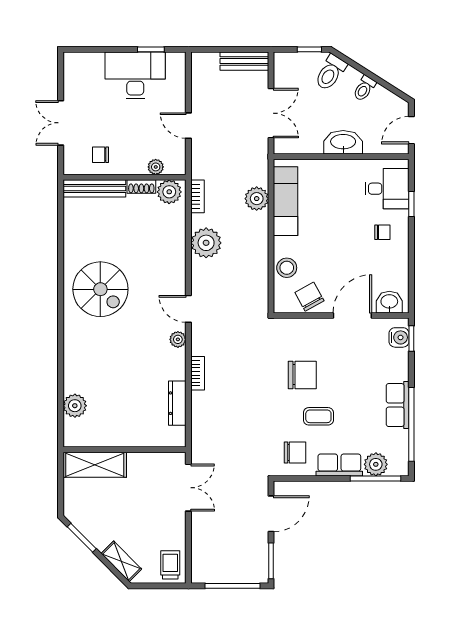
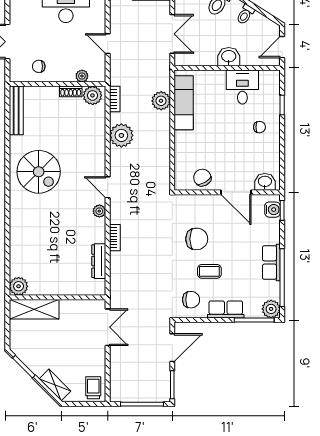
washbasin: (343, 142) -> (229, 57), width x0.72
bench: (94, 188) -> (16, 110), moved, turned 90
desk: (387, 189) -> (242, 87), moved, turned -90
stool: (287, 268) -> (185, 155), removed
door: (352, 315) -> (236, 192), swing flipped
plant: (75, 406) -> (19, 286), moved
plant: (376, 464) -> (271, 309), moved

